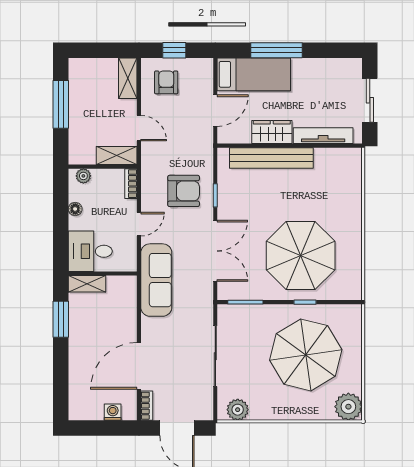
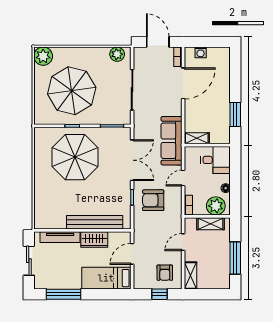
window: (276, 50) -> (63, 294), moved
door: (139, 128) -> (183, 242), hinge flipped
shelving: (117, 156) -> (211, 224), moved
plant: (83, 176) -> (216, 206), width x1.87, depth x1.87
double door: (215, 251) -> (132, 160), swing flipped
shelving: (87, 284) -> (197, 138), moved

